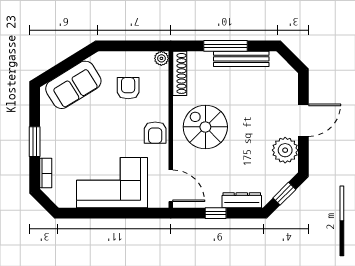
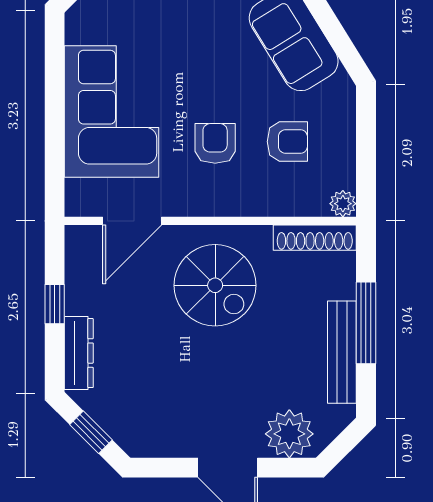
spiral stairs: (205, 127) -> (215, 285), turned 90
armchair: (155, 133) -> (215, 143), moved, turned 90
plant: (285, 150) -> (289, 434), moved
door: (171, 186) -> (132, 221), moved

